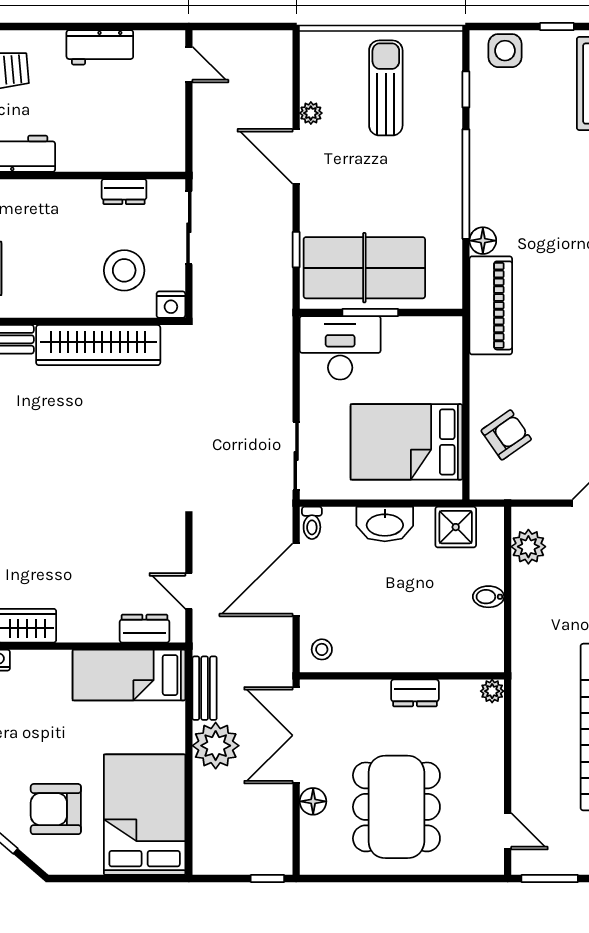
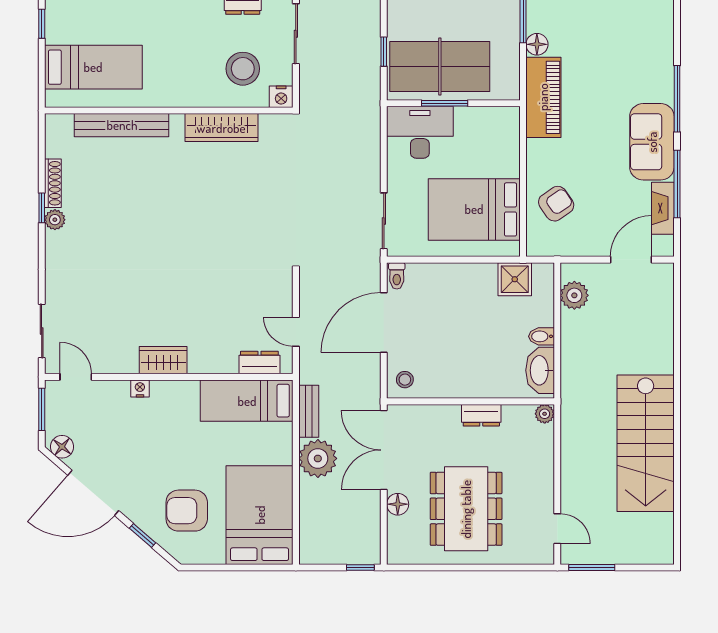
wardrobe: (98, 345) -> (221, 128), width x0.71, depth x0.85
washbasin: (385, 524) -> (540, 370), moved, turned 90

